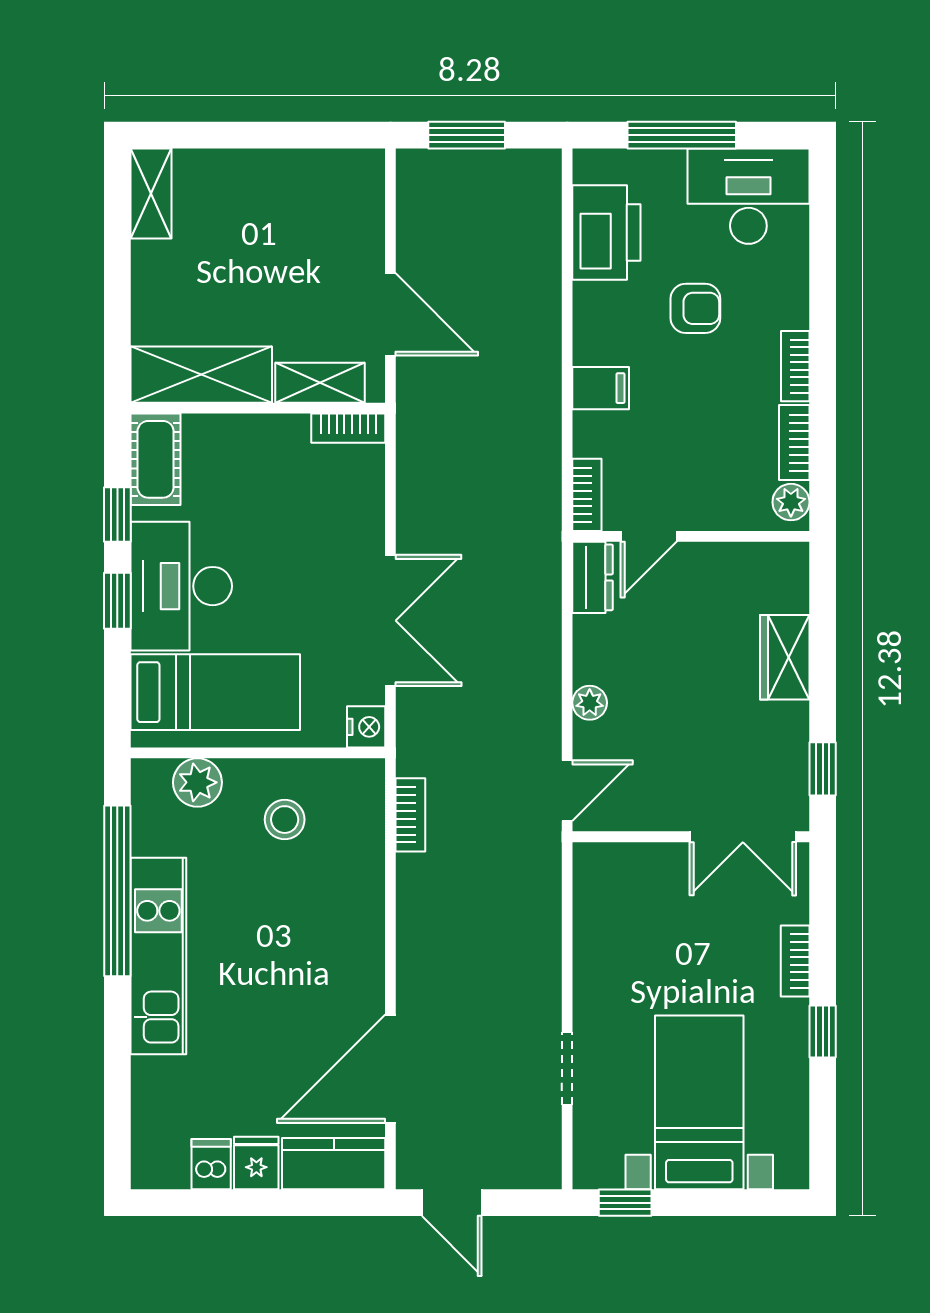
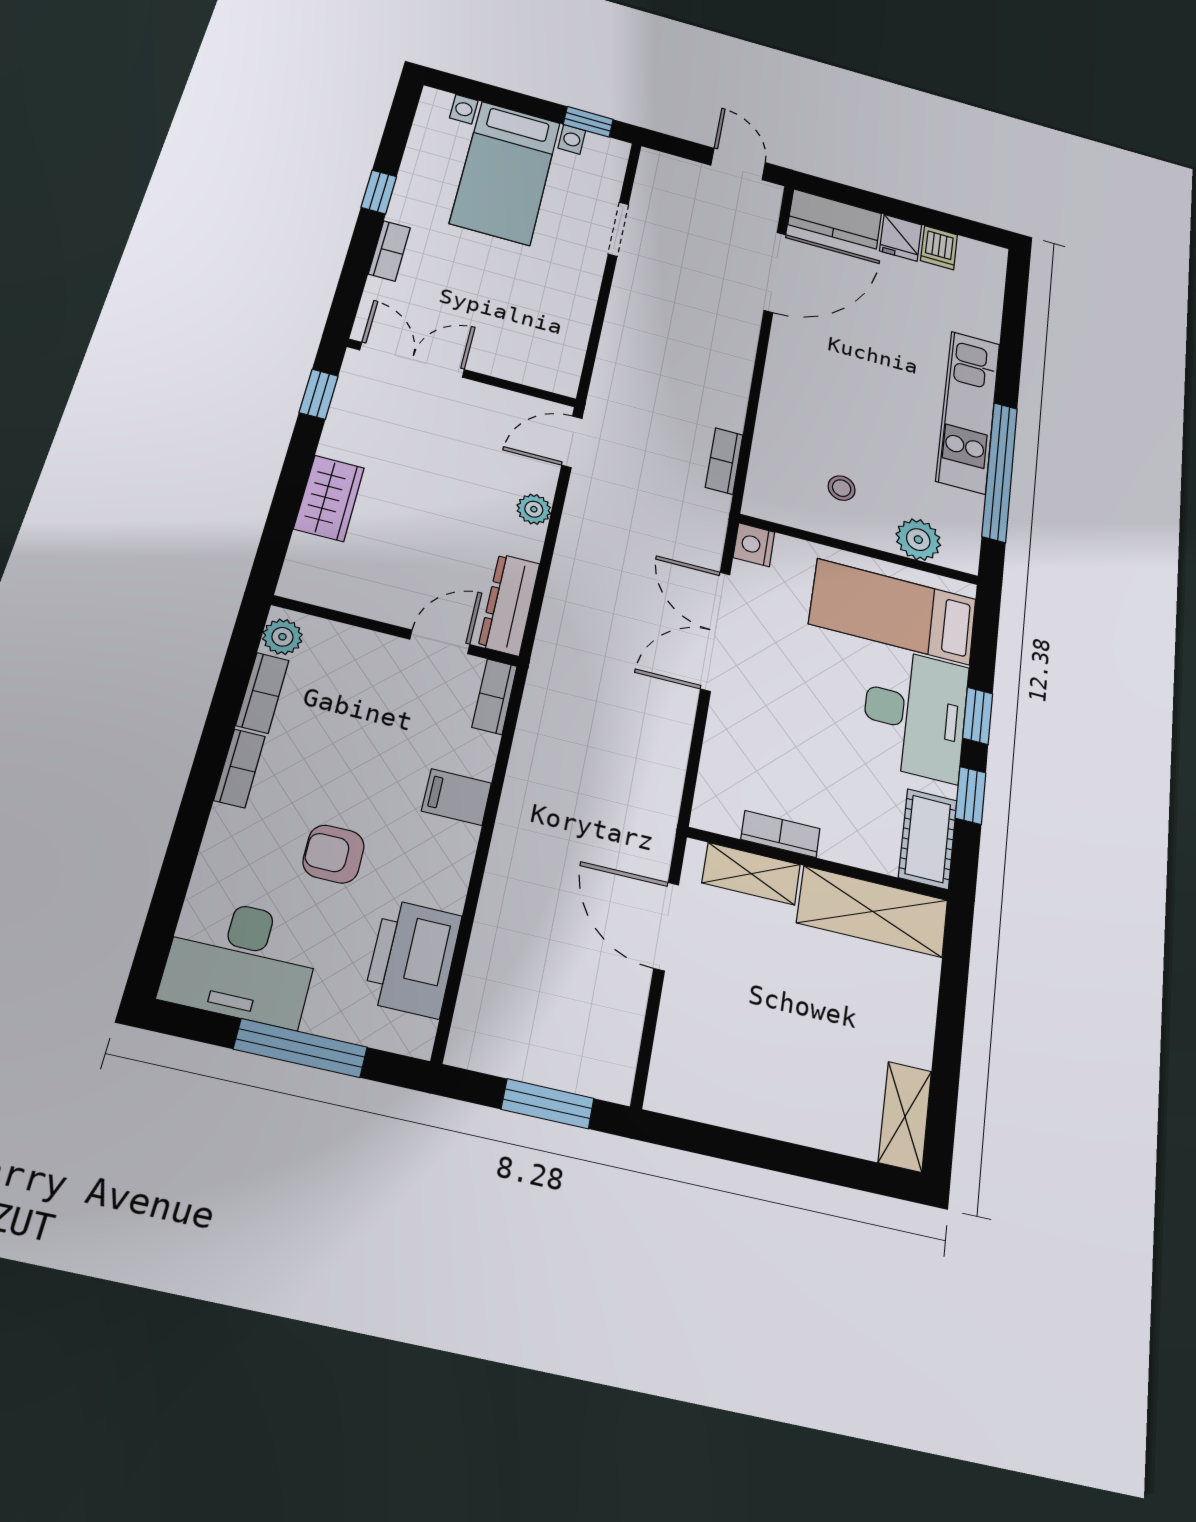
bookcase: (348, 428) -> (780, 834), moved
dresser: (593, 577) -> (509, 604), width x1.44
stool: (285, 820) -> (842, 488), width x0.73, depth x0.73

